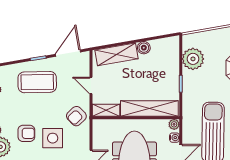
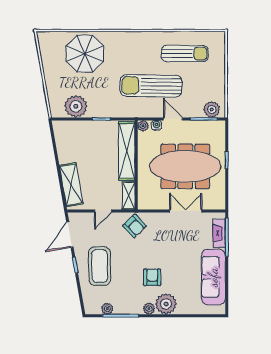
boiler: (144, 48) -> (64, 157), removed
door: (68, 53) -> (70, 235), hinge flipped
side table: (53, 138) -> (157, 250), removed

